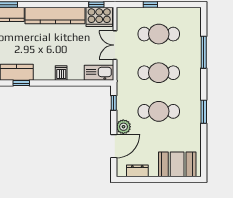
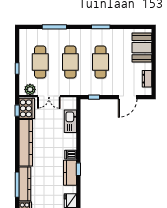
dishwasher: (61, 73) -> (71, 155), moved
kitchen sink: (99, 73) -> (70, 121), moved
plant: (123, 127) -> (30, 89), moved
door: (114, 146) -> (128, 97), swing flipped

